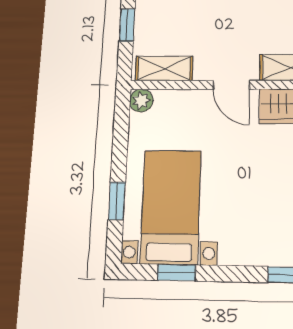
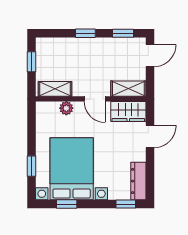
plant: (141, 101) -> (66, 108), moved
bed with nightstands: (171, 207) -> (72, 169), width x1.36

